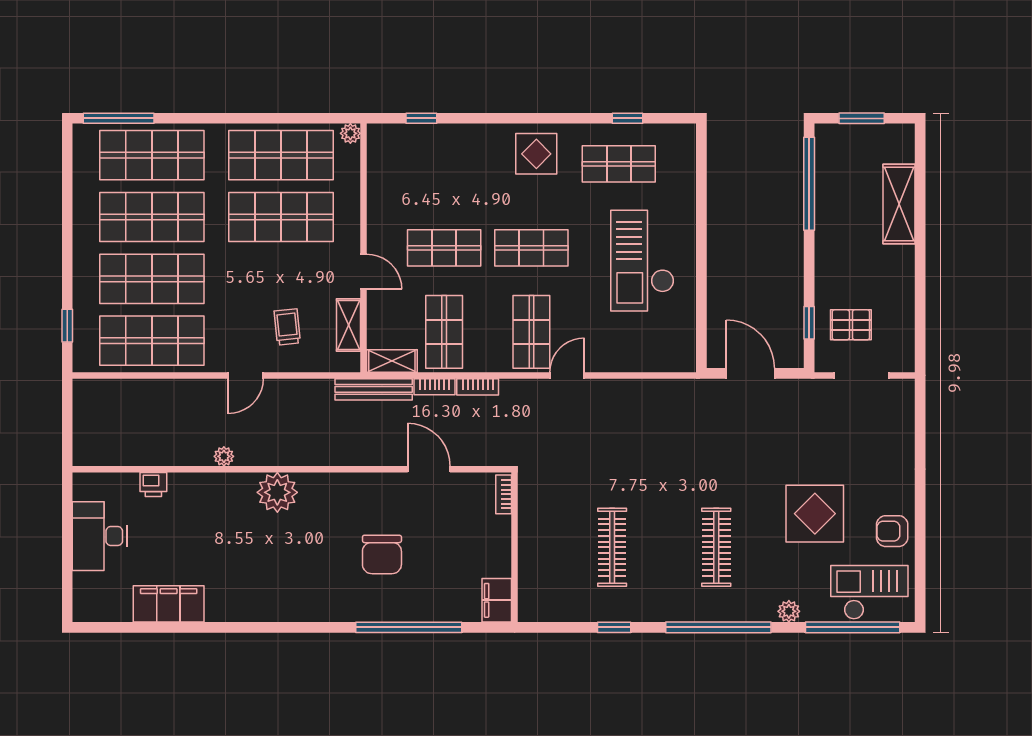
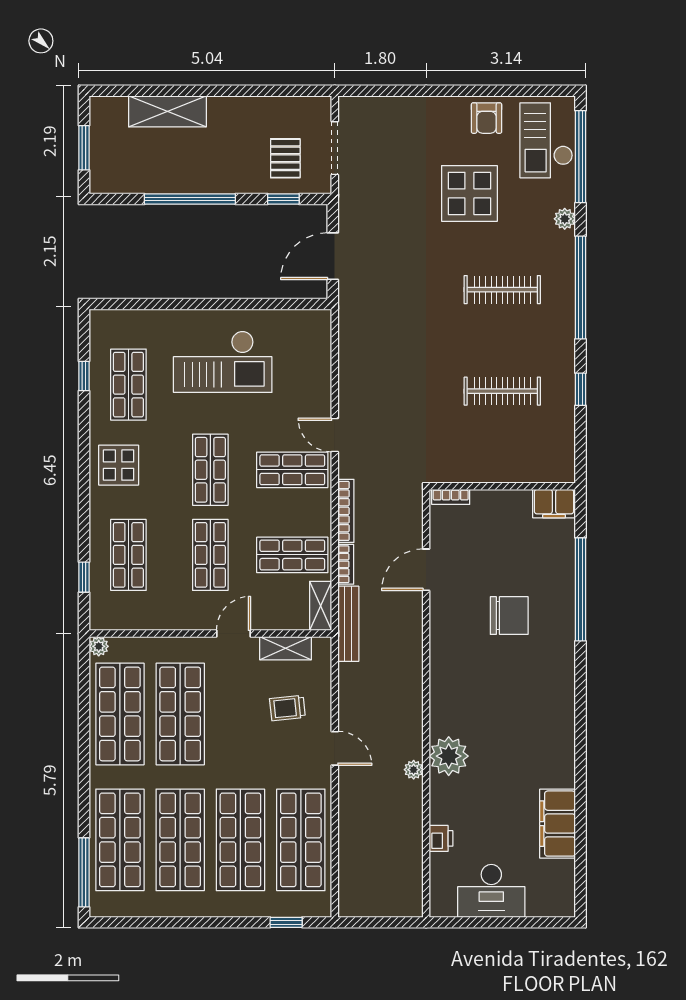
shop shelf: (444, 164) -> (128, 555), added
window: (809, 184) -> (190, 199), moved
bookcase: (478, 387) -> (346, 511), width x1.56
plant: (277, 492) -> (449, 756), moved

